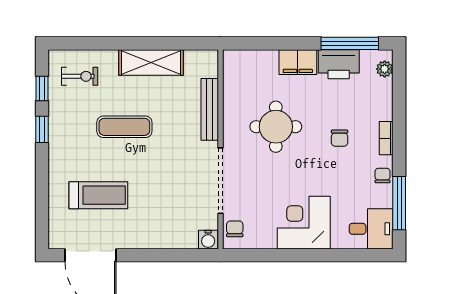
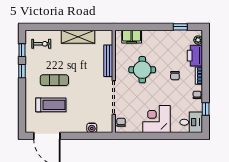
window: (350, 43) -> (180, 27), width x0.46
filing cabinet: (298, 62) -> (132, 37), moved
printer: (339, 64) -> (195, 56), moved, turned 90
exercise mat: (124, 127) -> (54, 80), moved
window: (399, 203) -> (206, 109), width x0.46
water cooler: (208, 240) -> (92, 128), moved

